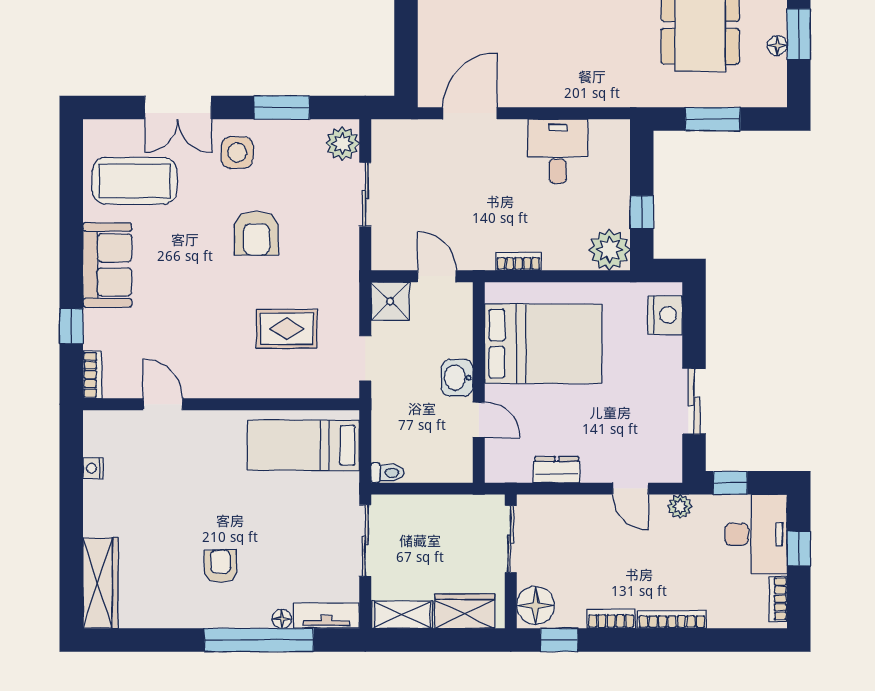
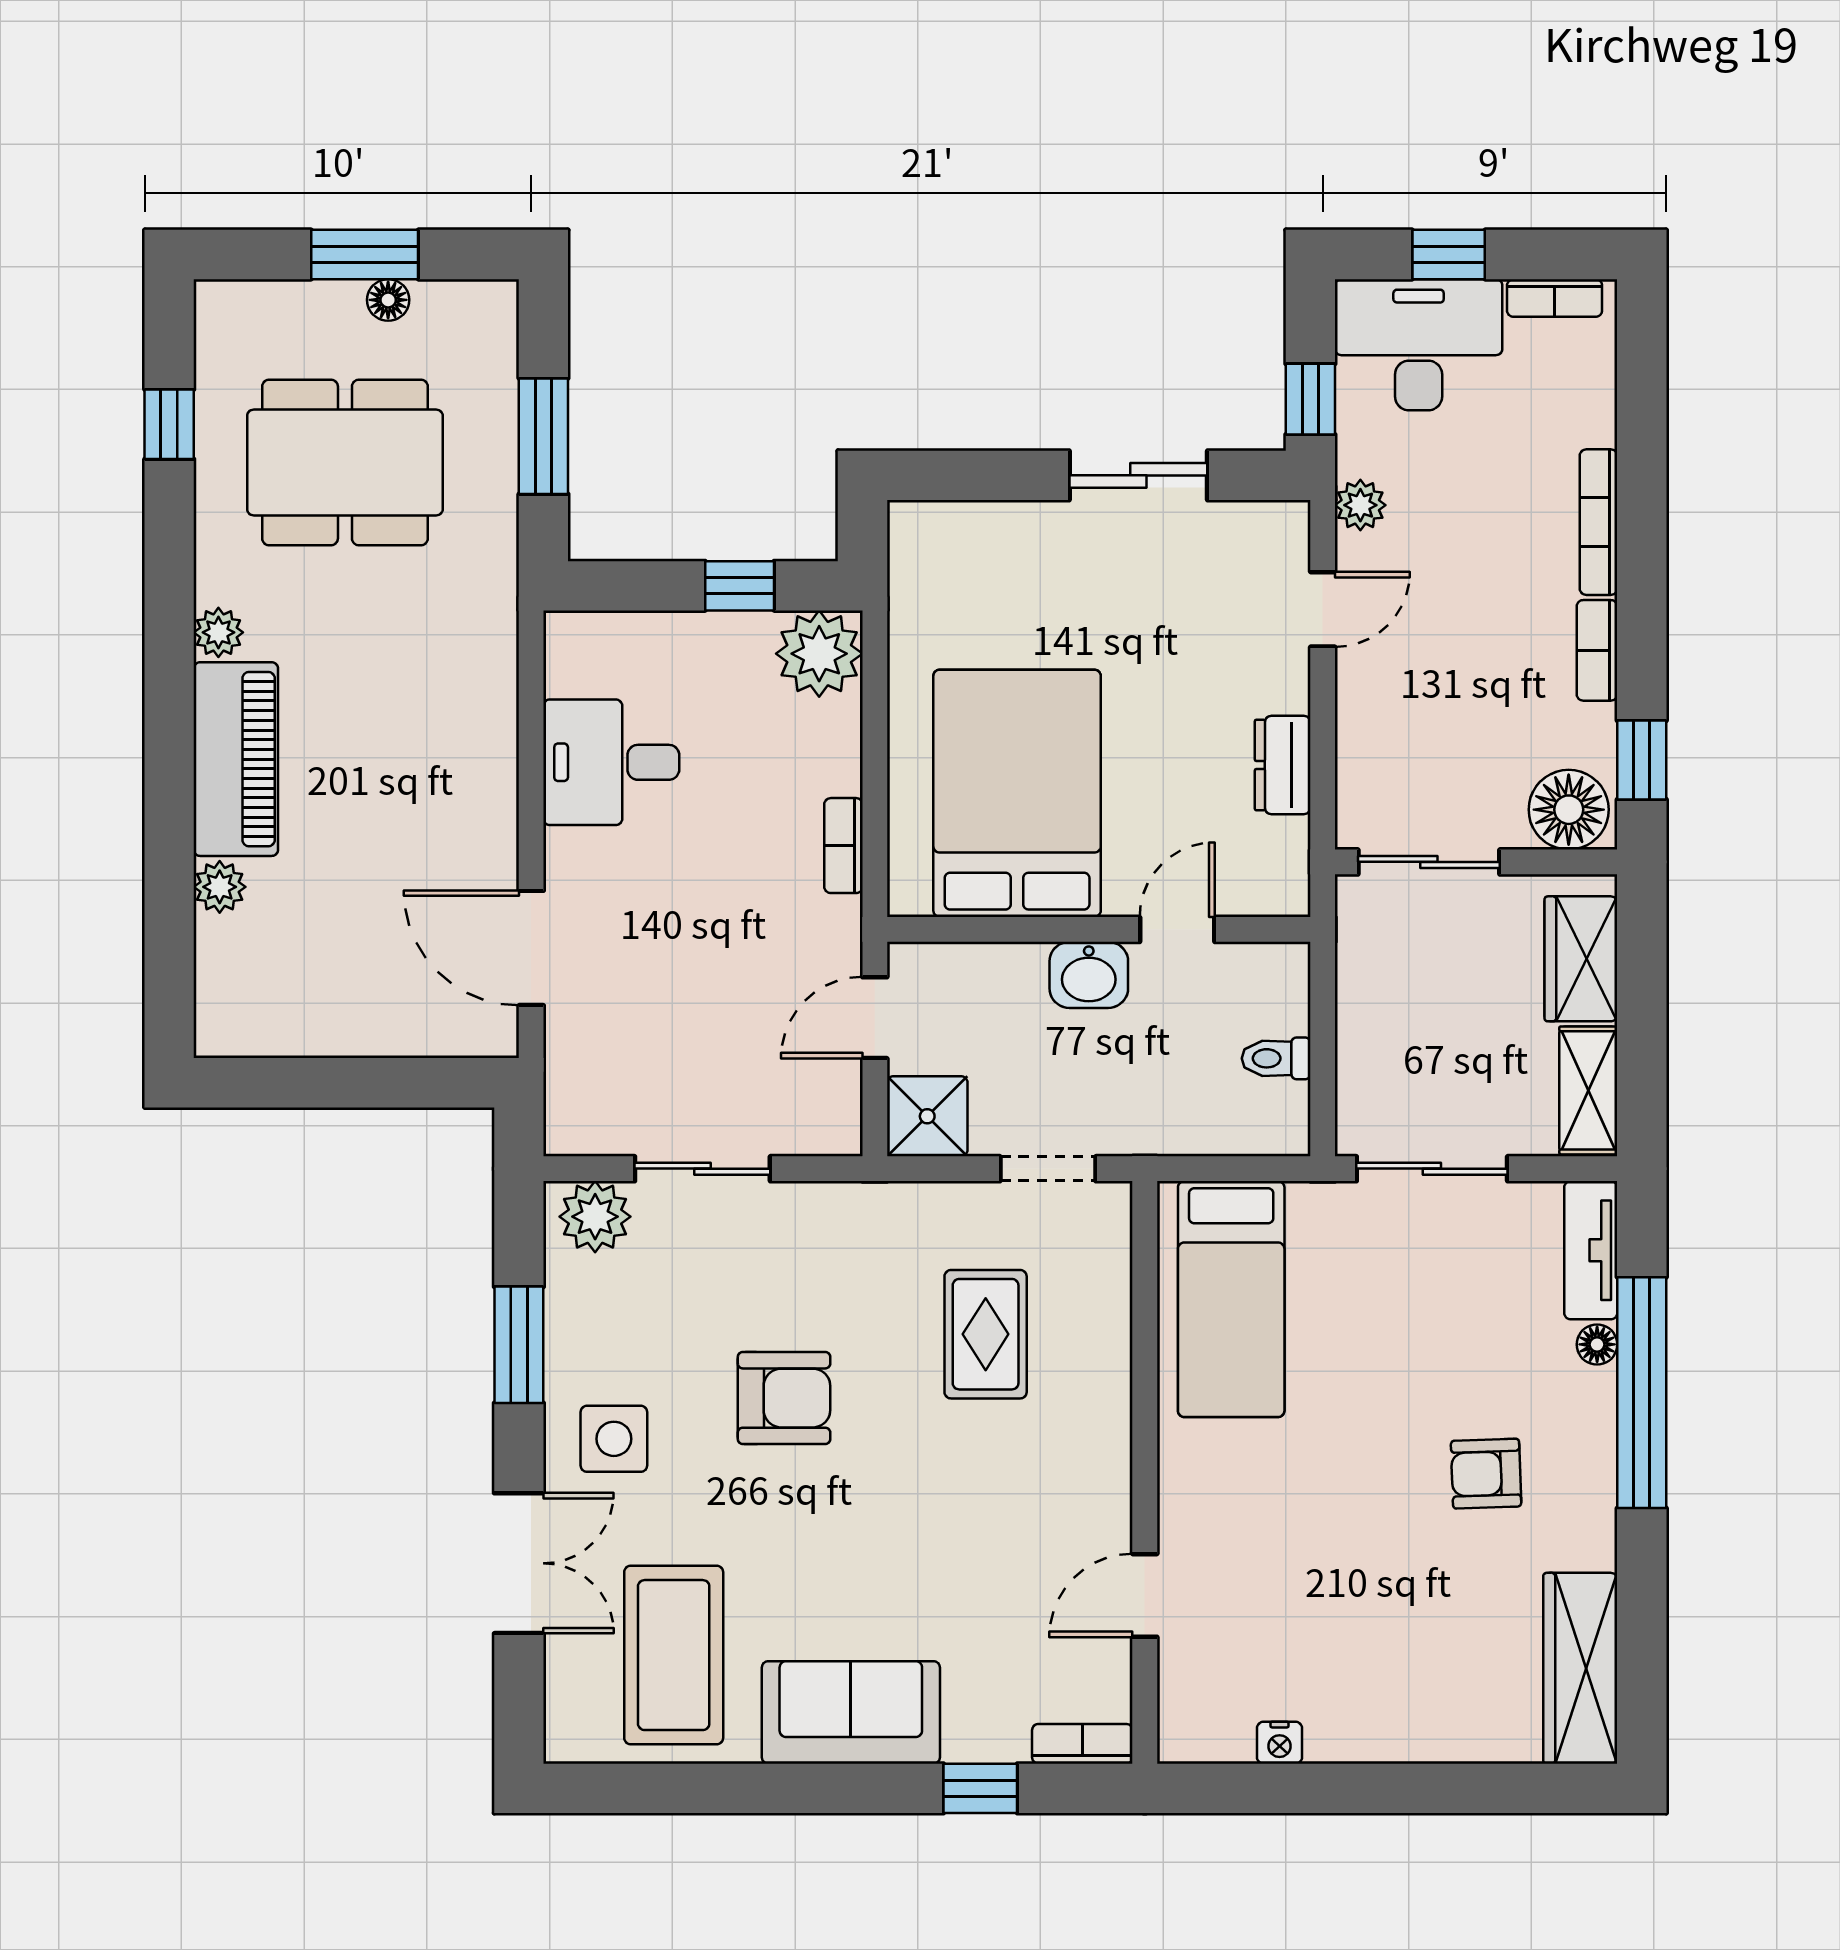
nightstand: (665, 315) -> (956, 536), removed
toilet: (387, 473) -> (1276, 1058), moved, turned -90
wardrobe: (100, 583) -> (1580, 1668), moved, turned -90

